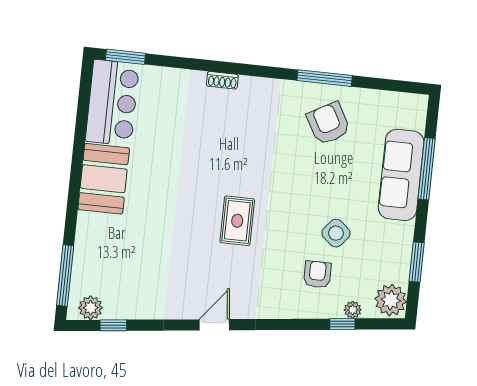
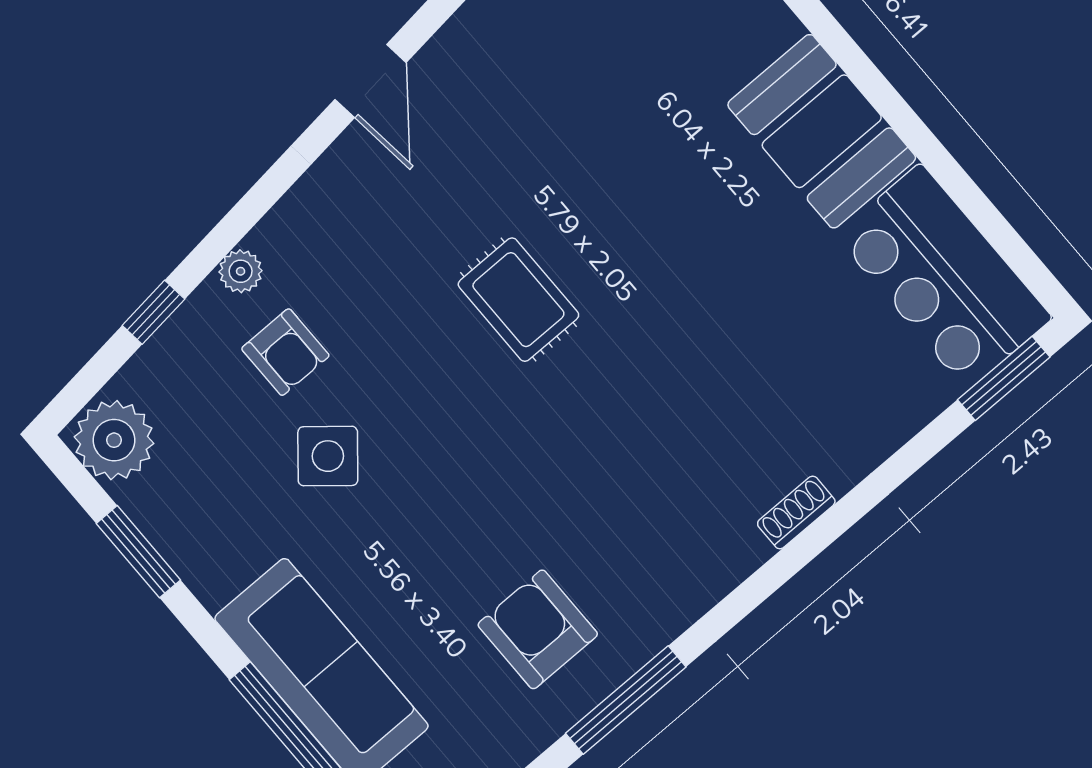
armchair: (328, 123) -> (538, 629), turned -151
plant: (353, 310) -> (241, 271), moved

